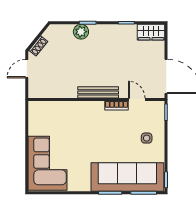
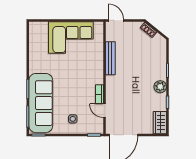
plant: (81, 32) -> (160, 87), moved
door: (27, 69) -> (116, 20), moved
bench: (98, 92) -> (110, 58), moved
door: (137, 99) -> (105, 111), swing flipped
corner sofa: (47, 163) -> (71, 37), moved

